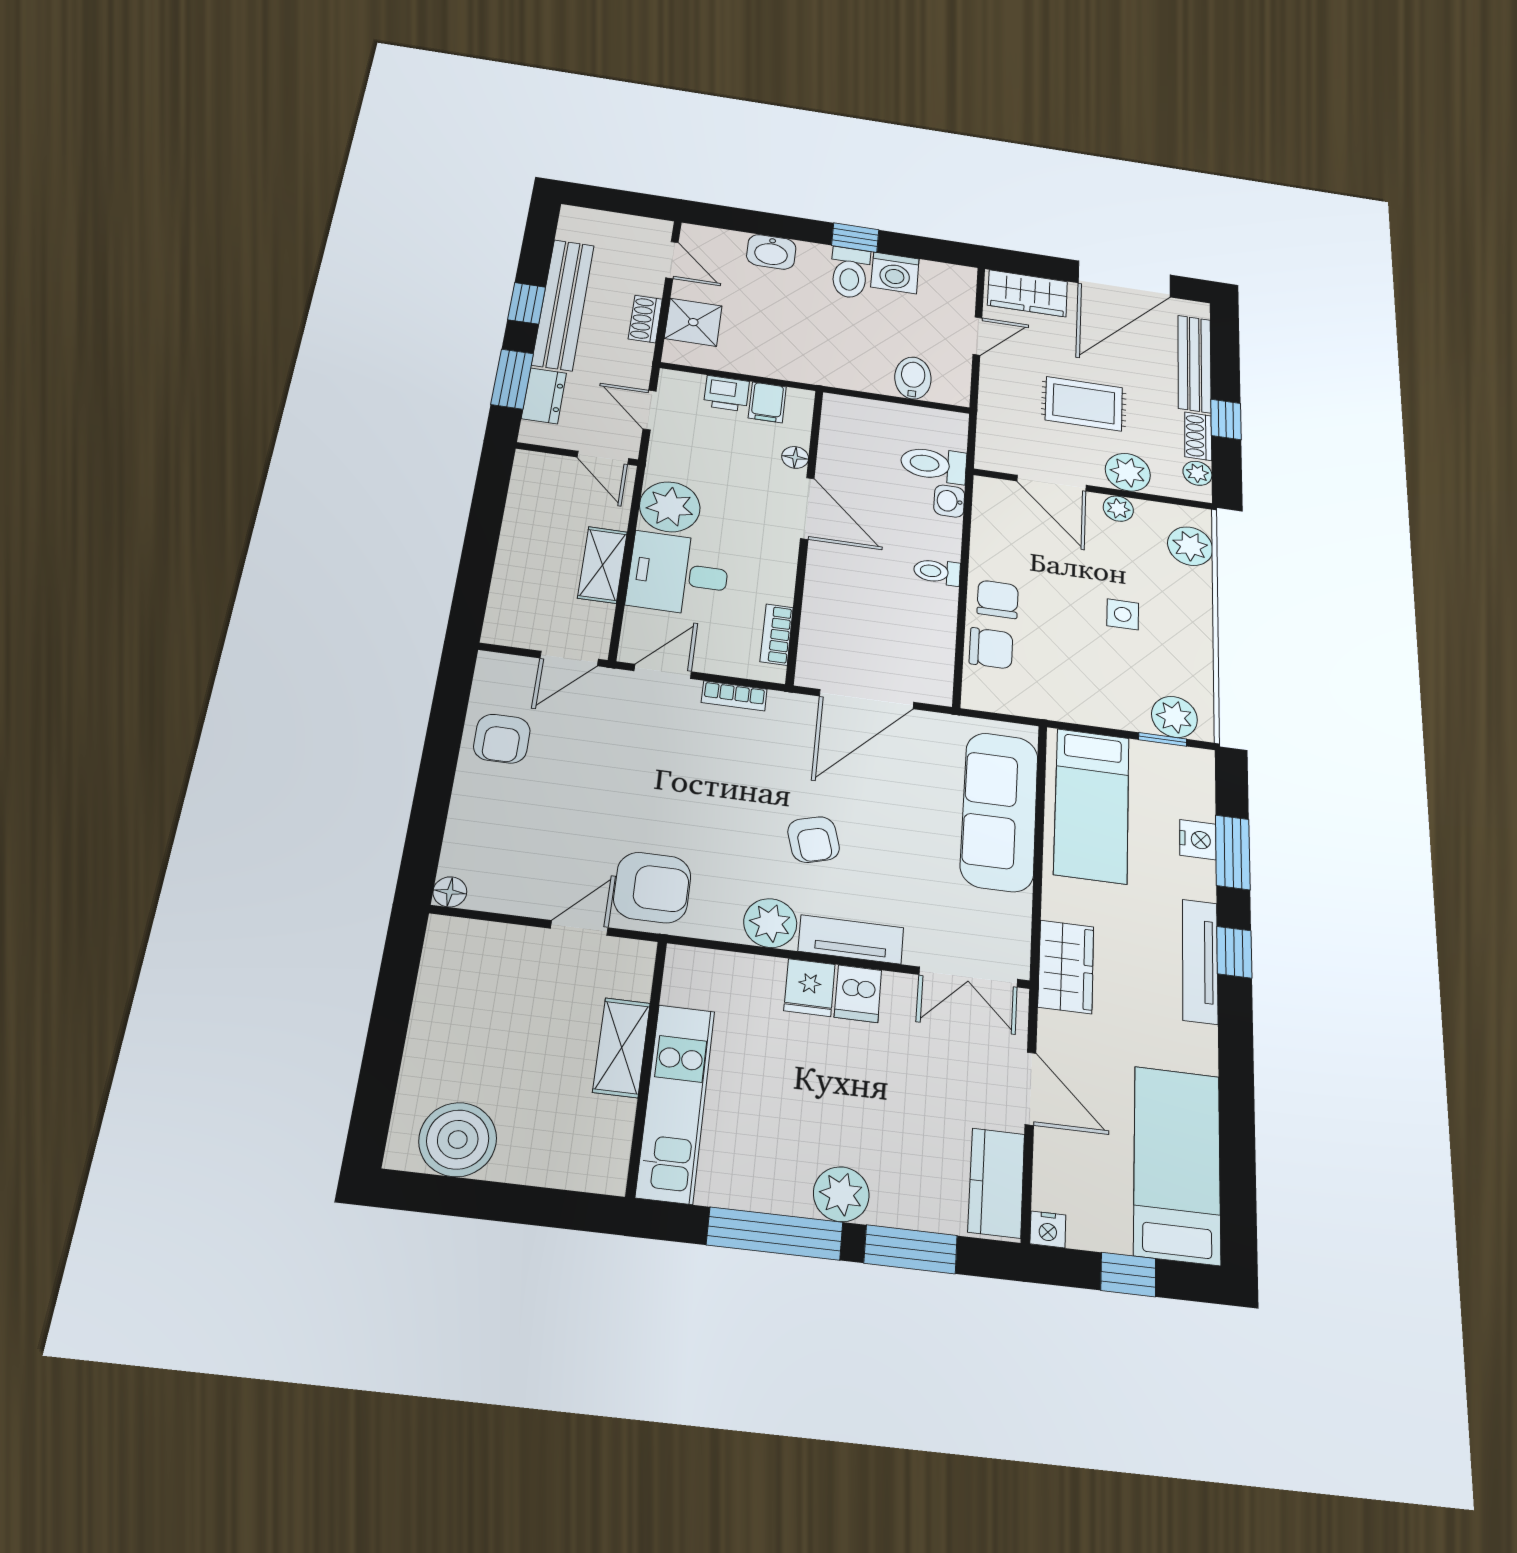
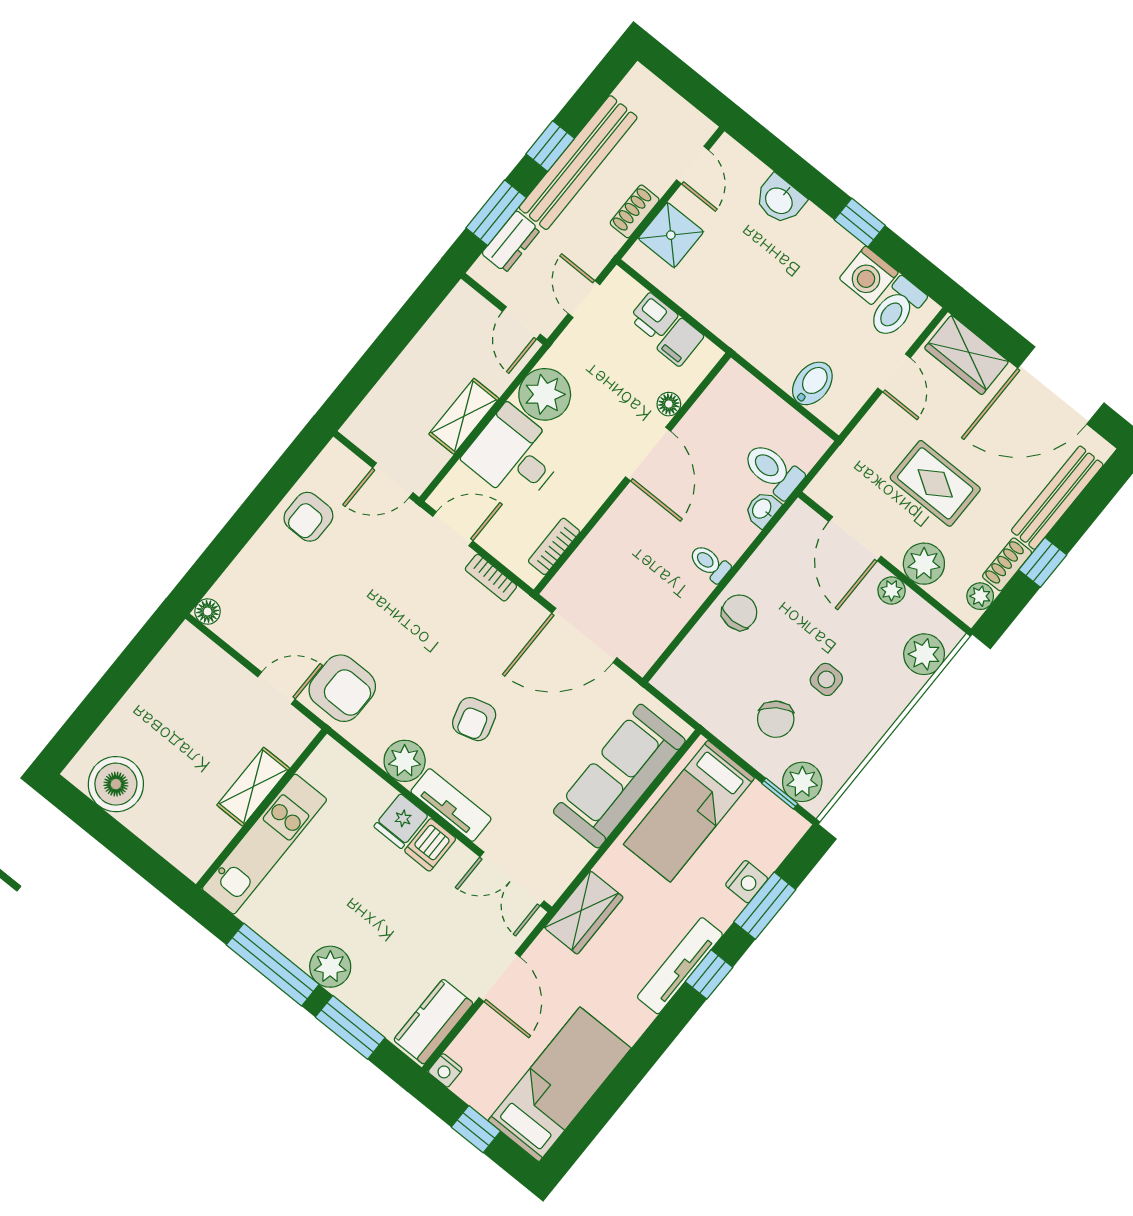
toilet: (850, 273) -> (896, 308), moved
door: (977, 336) -> (894, 373), hinge flipped
chair: (991, 648) -> (776, 719), moved, turned 55

